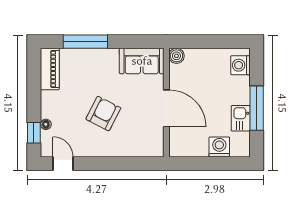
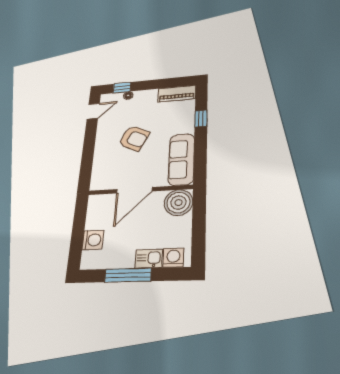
window: (85, 42) -> (201, 119), width x0.46
boiler: (176, 56) -> (178, 203), width x1.86, depth x1.86
sofa: (142, 61) -> (181, 159), width x1.36
kitchen sink: (241, 118) -> (149, 259), moved

